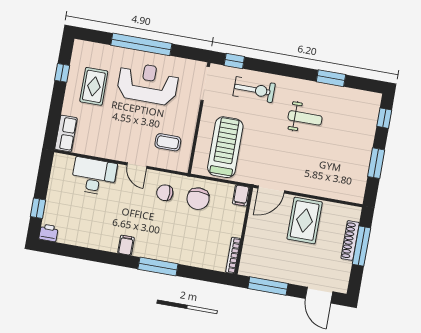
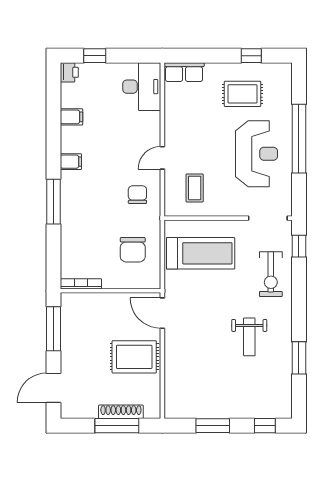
desk: (94, 176) -> (142, 87), moved
filing cabinet: (241, 196) -> (71, 117), moved, turned 180
chair: (198, 199) -> (133, 250), moved, turned -90

